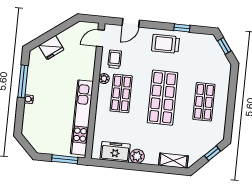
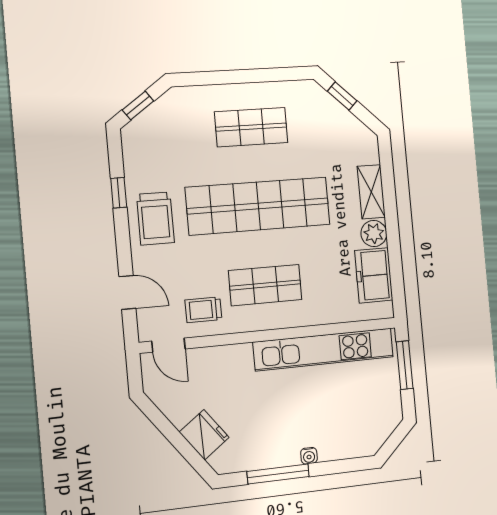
plant: (104, 79) -> (244, 323), removed
shop shelf: (163, 98) -> (258, 206), width x1.40
shelving: (173, 161) -> (371, 192), moved

